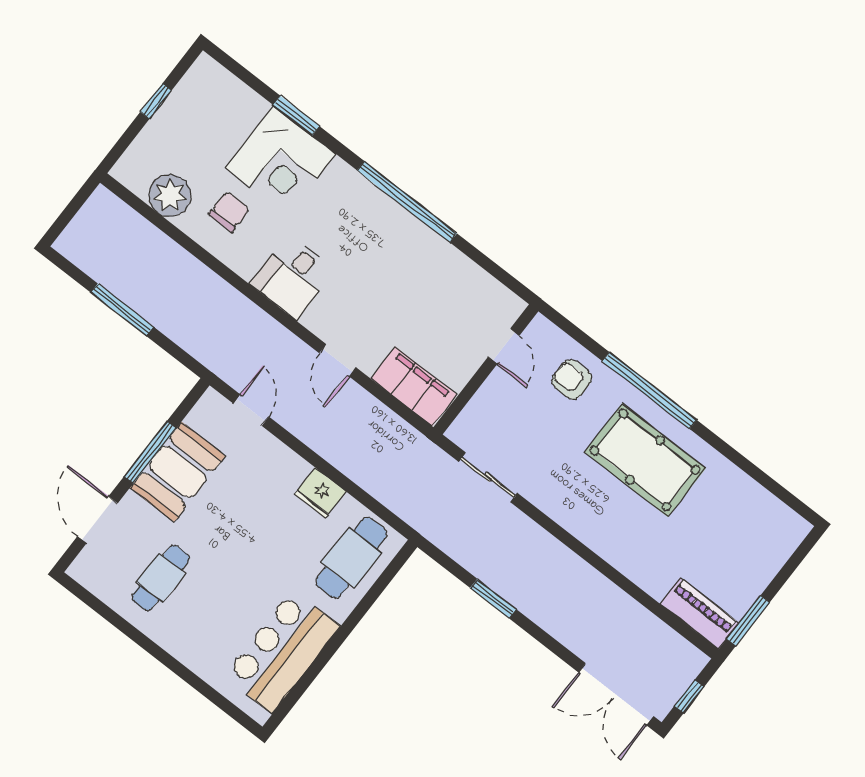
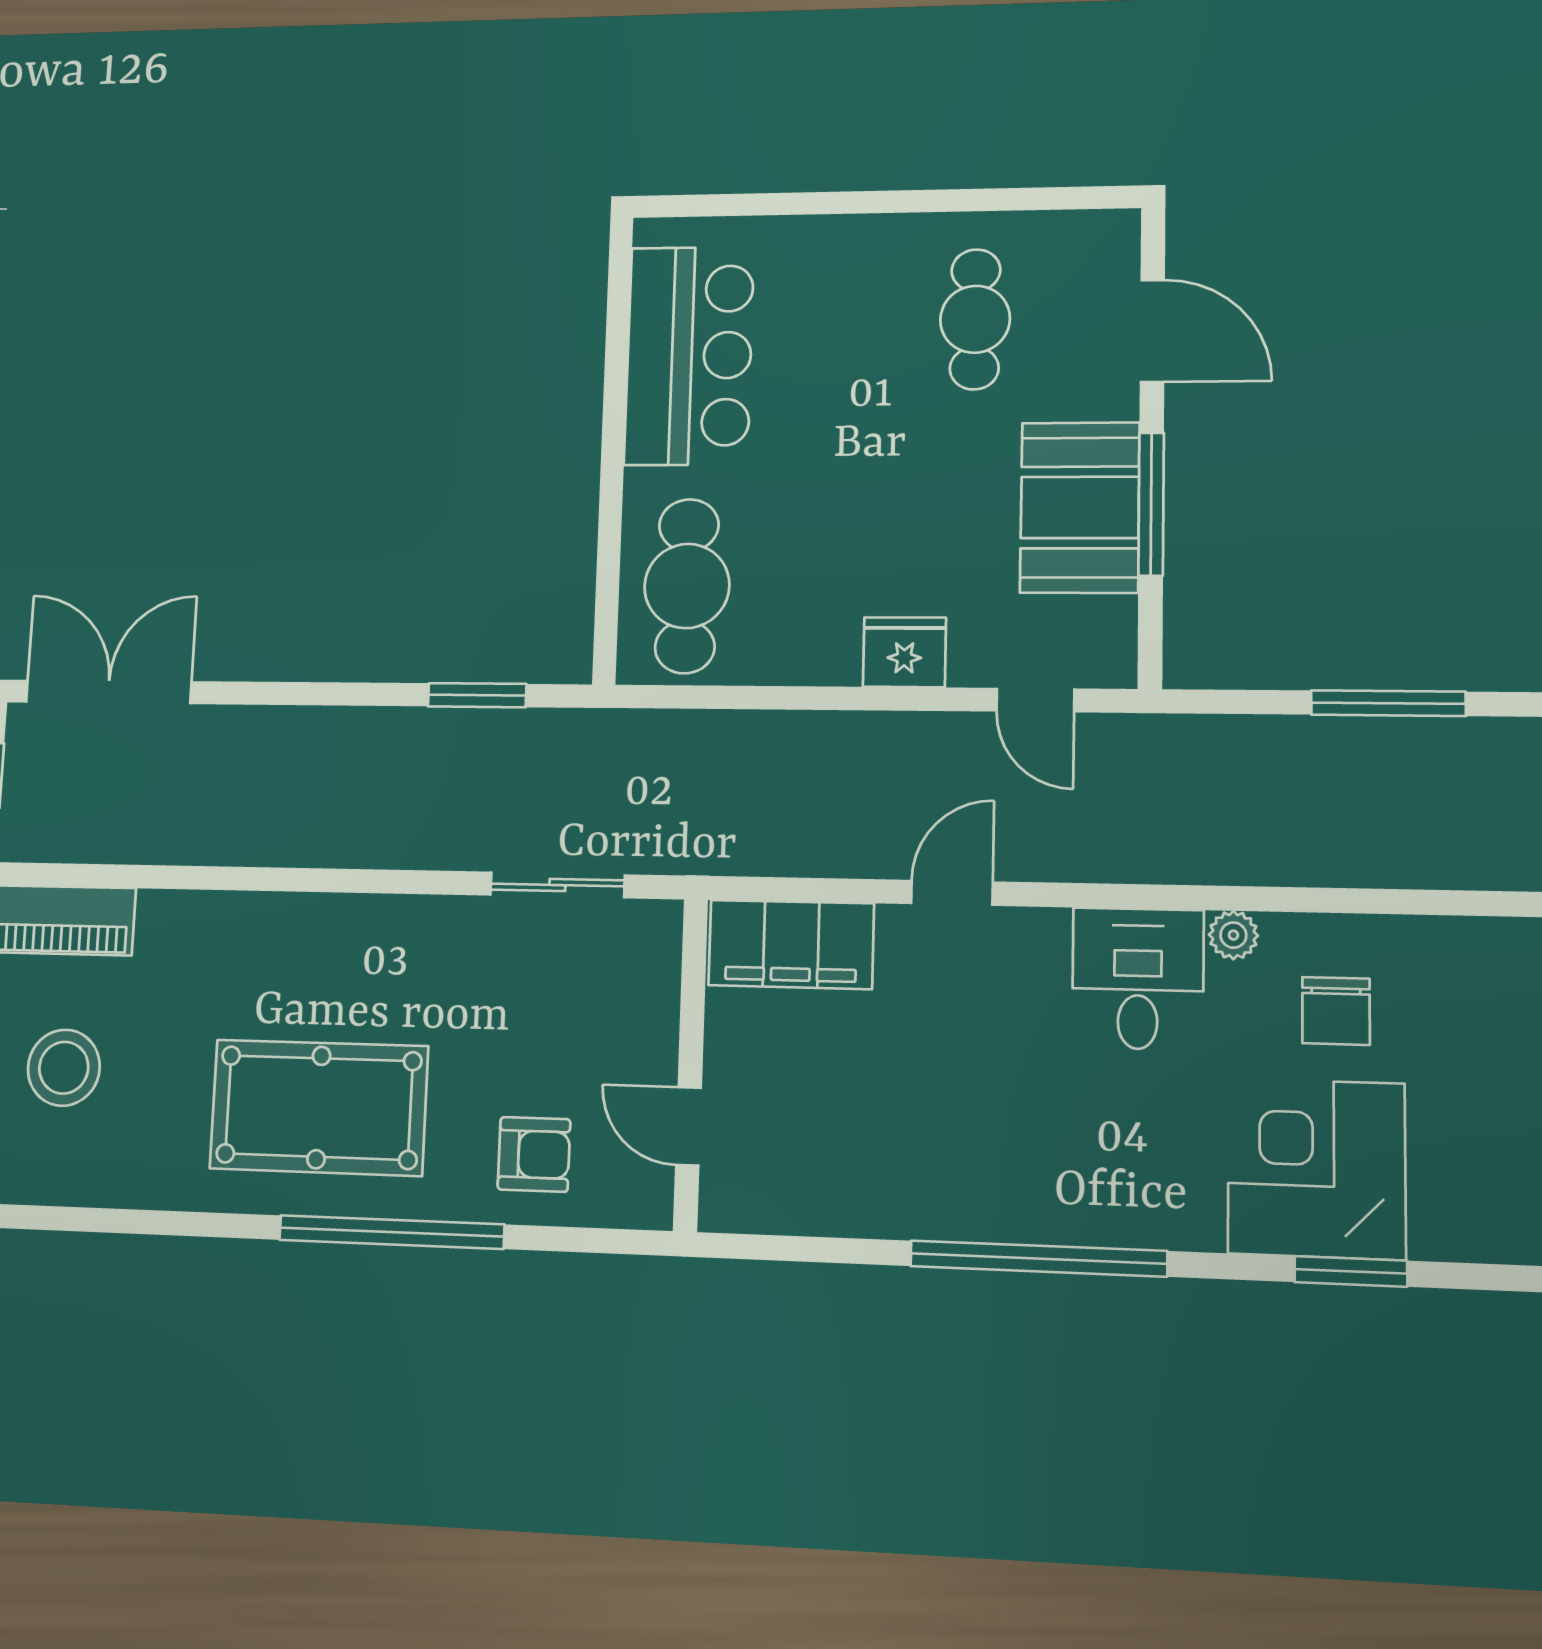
plant: (170, 196) -> (1233, 935), moved, width x0.53, depth x0.53
door: (338, 360) -> (952, 893), hinge flipped
fridge: (320, 493) -> (904, 652), moved
stool: (739, 552) -> (64, 1068), added
window: (493, 599) -> (477, 695), moved

